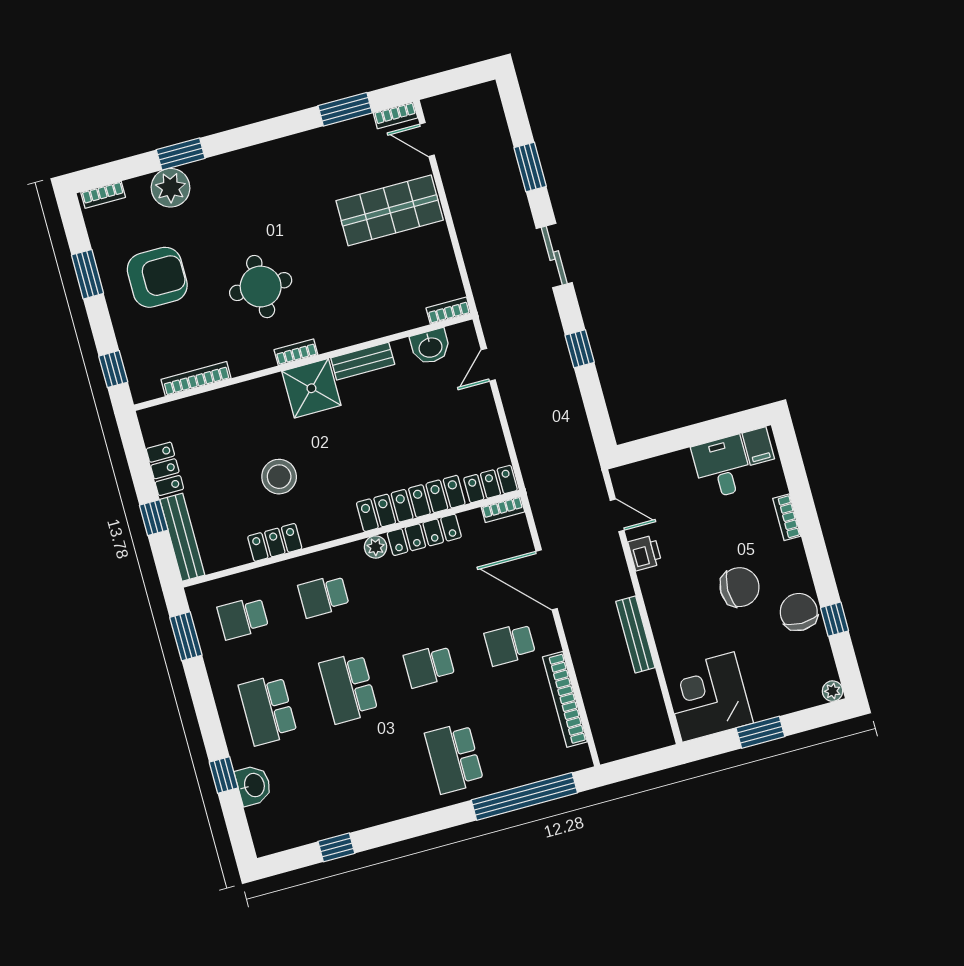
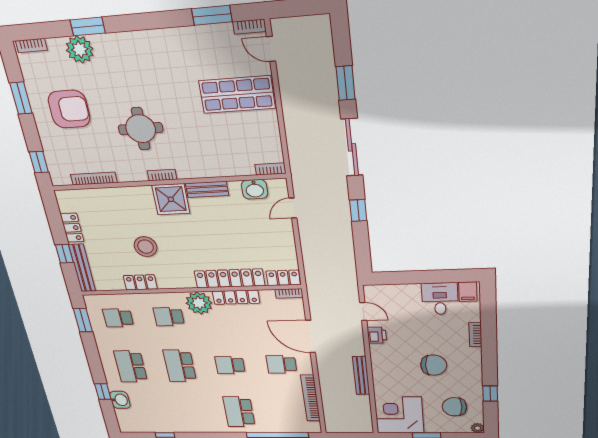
sliding door: (554, 256) -> (352, 147), width x1.37
plant: (376, 547) -> (199, 303), width x1.88, depth x1.88
chair: (799, 612) -> (454, 407), moved, turned -90

